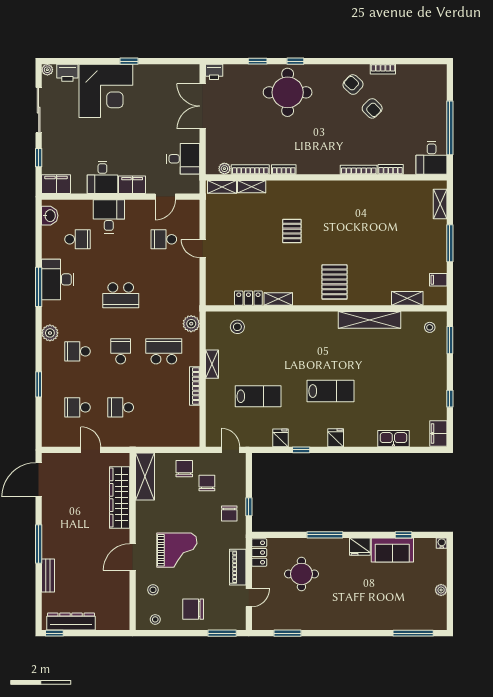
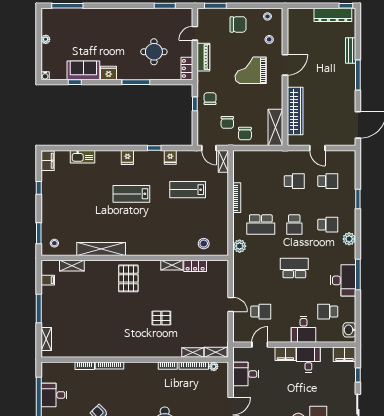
desk: (432, 158) -> (54, 395), moved, turned -90
pallet: (292, 231) -> (161, 318), turned 90
shelving: (212, 364) -> (223, 161), moved

